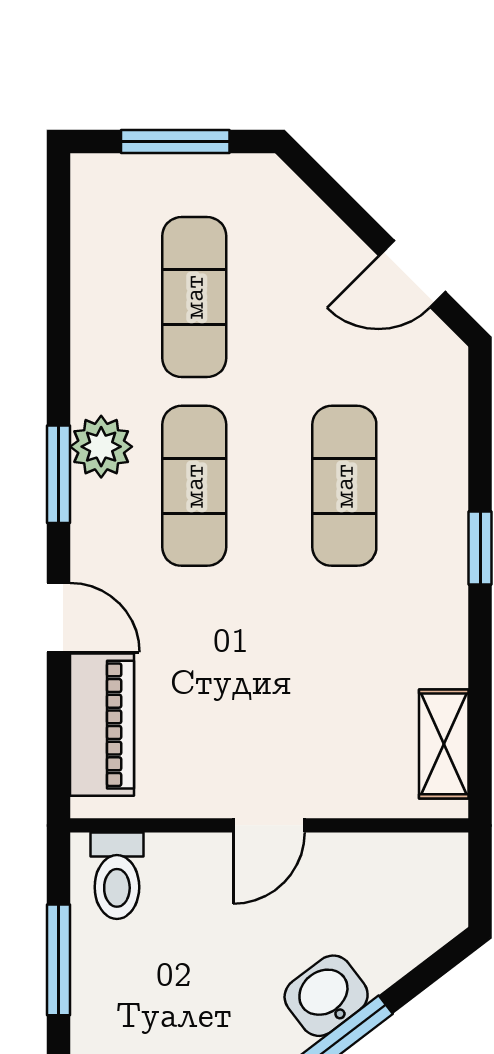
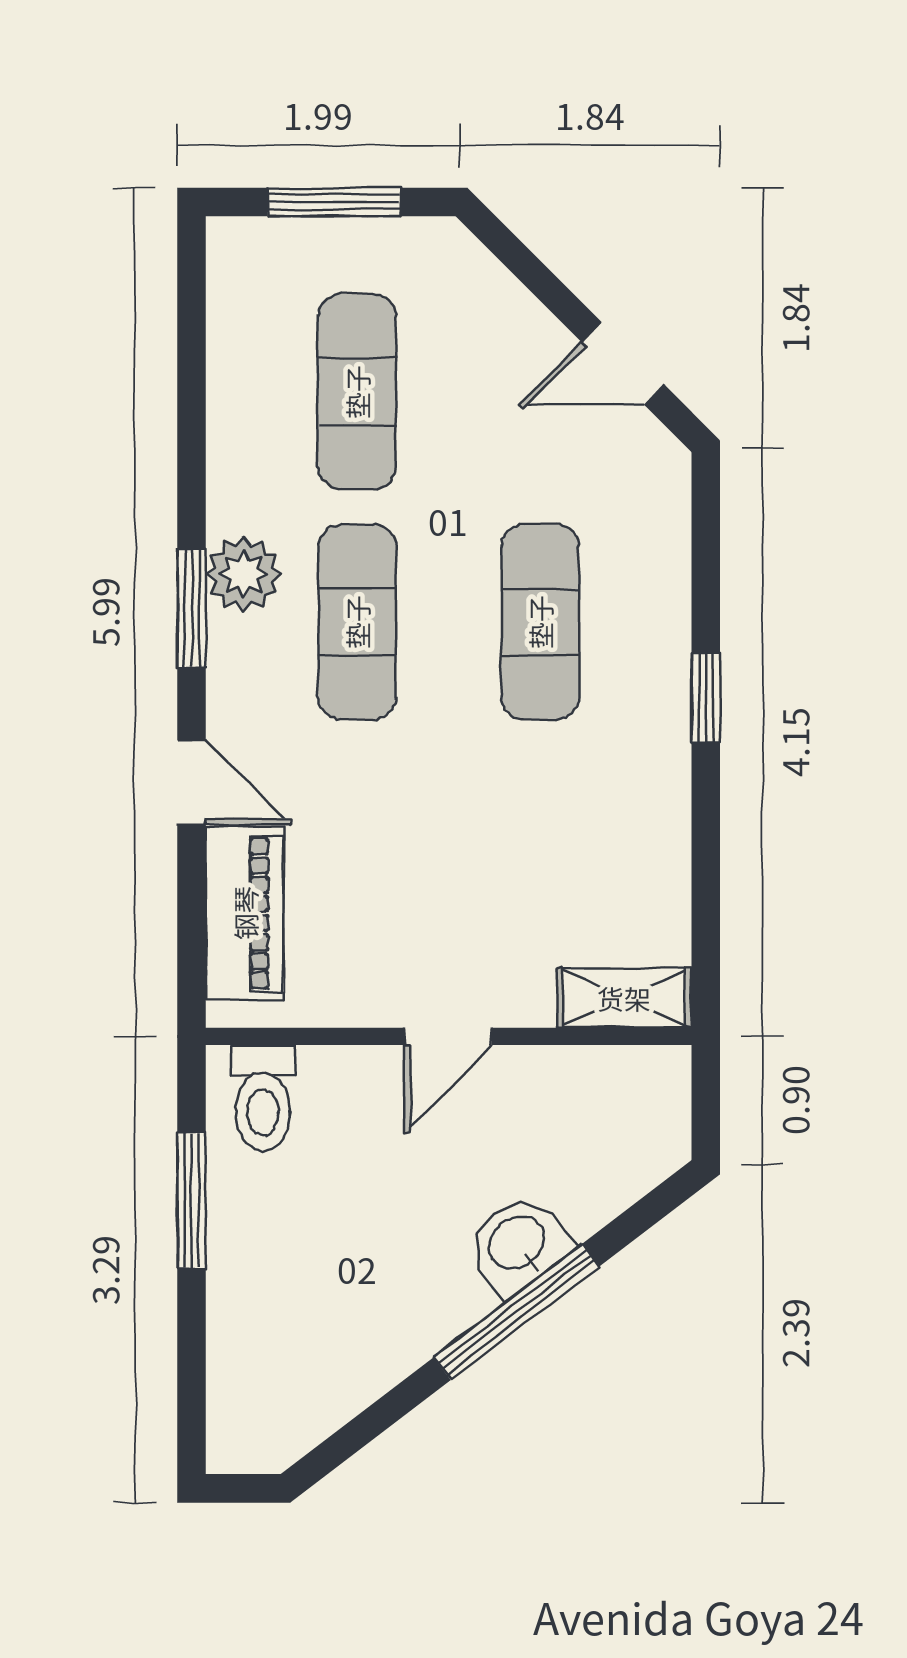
shelving: (444, 744) -> (624, 998), moved, turned 90

